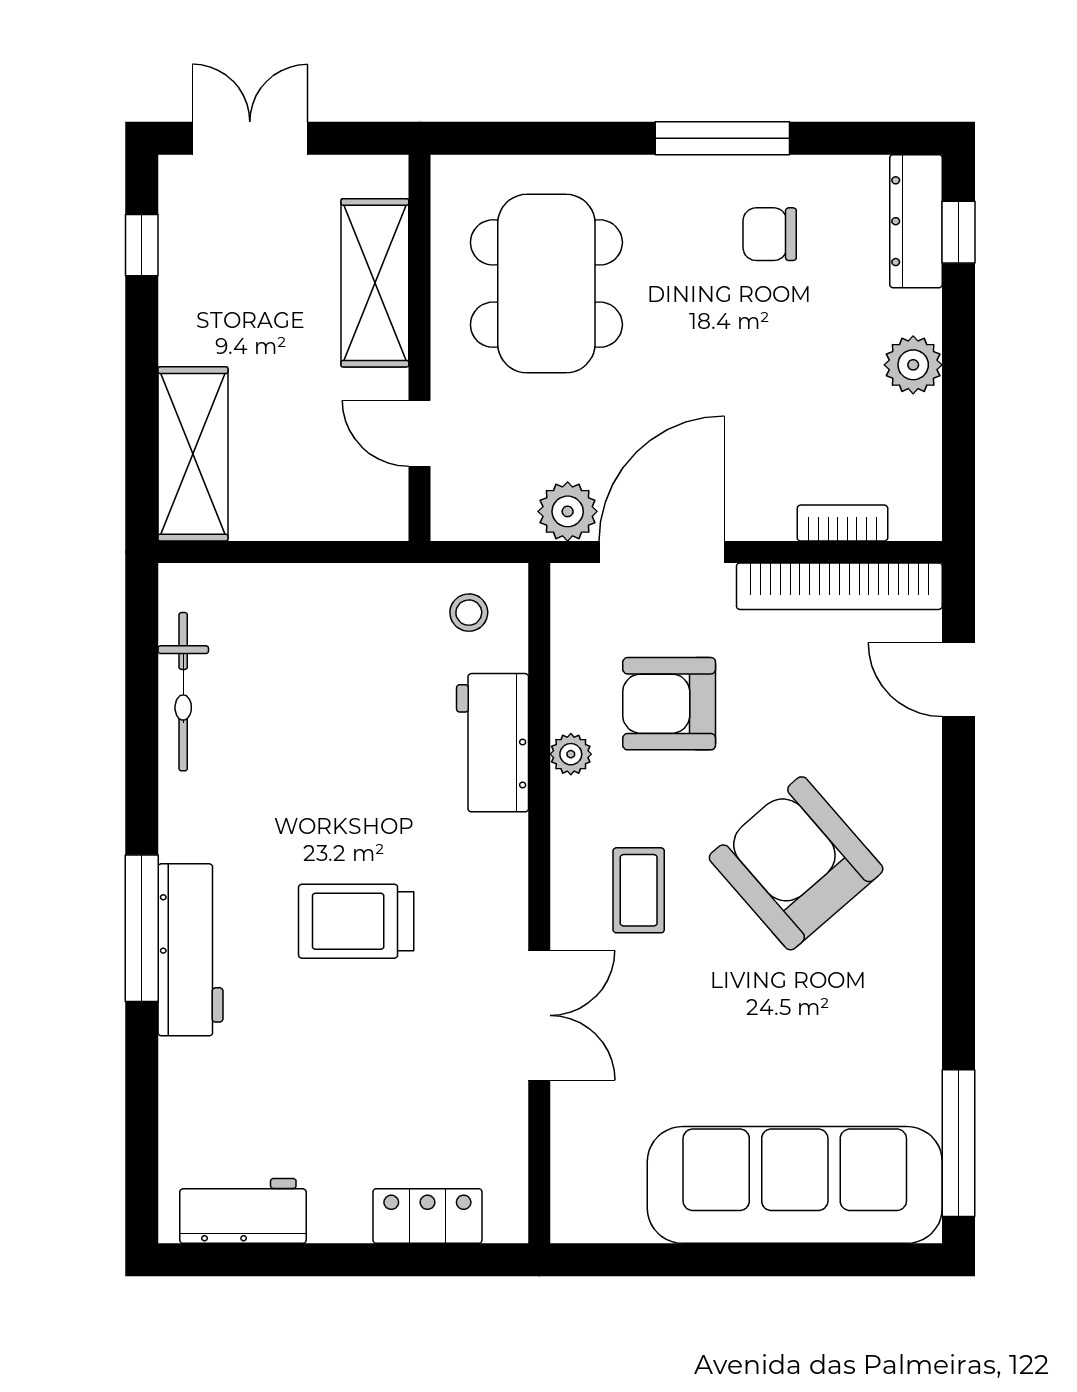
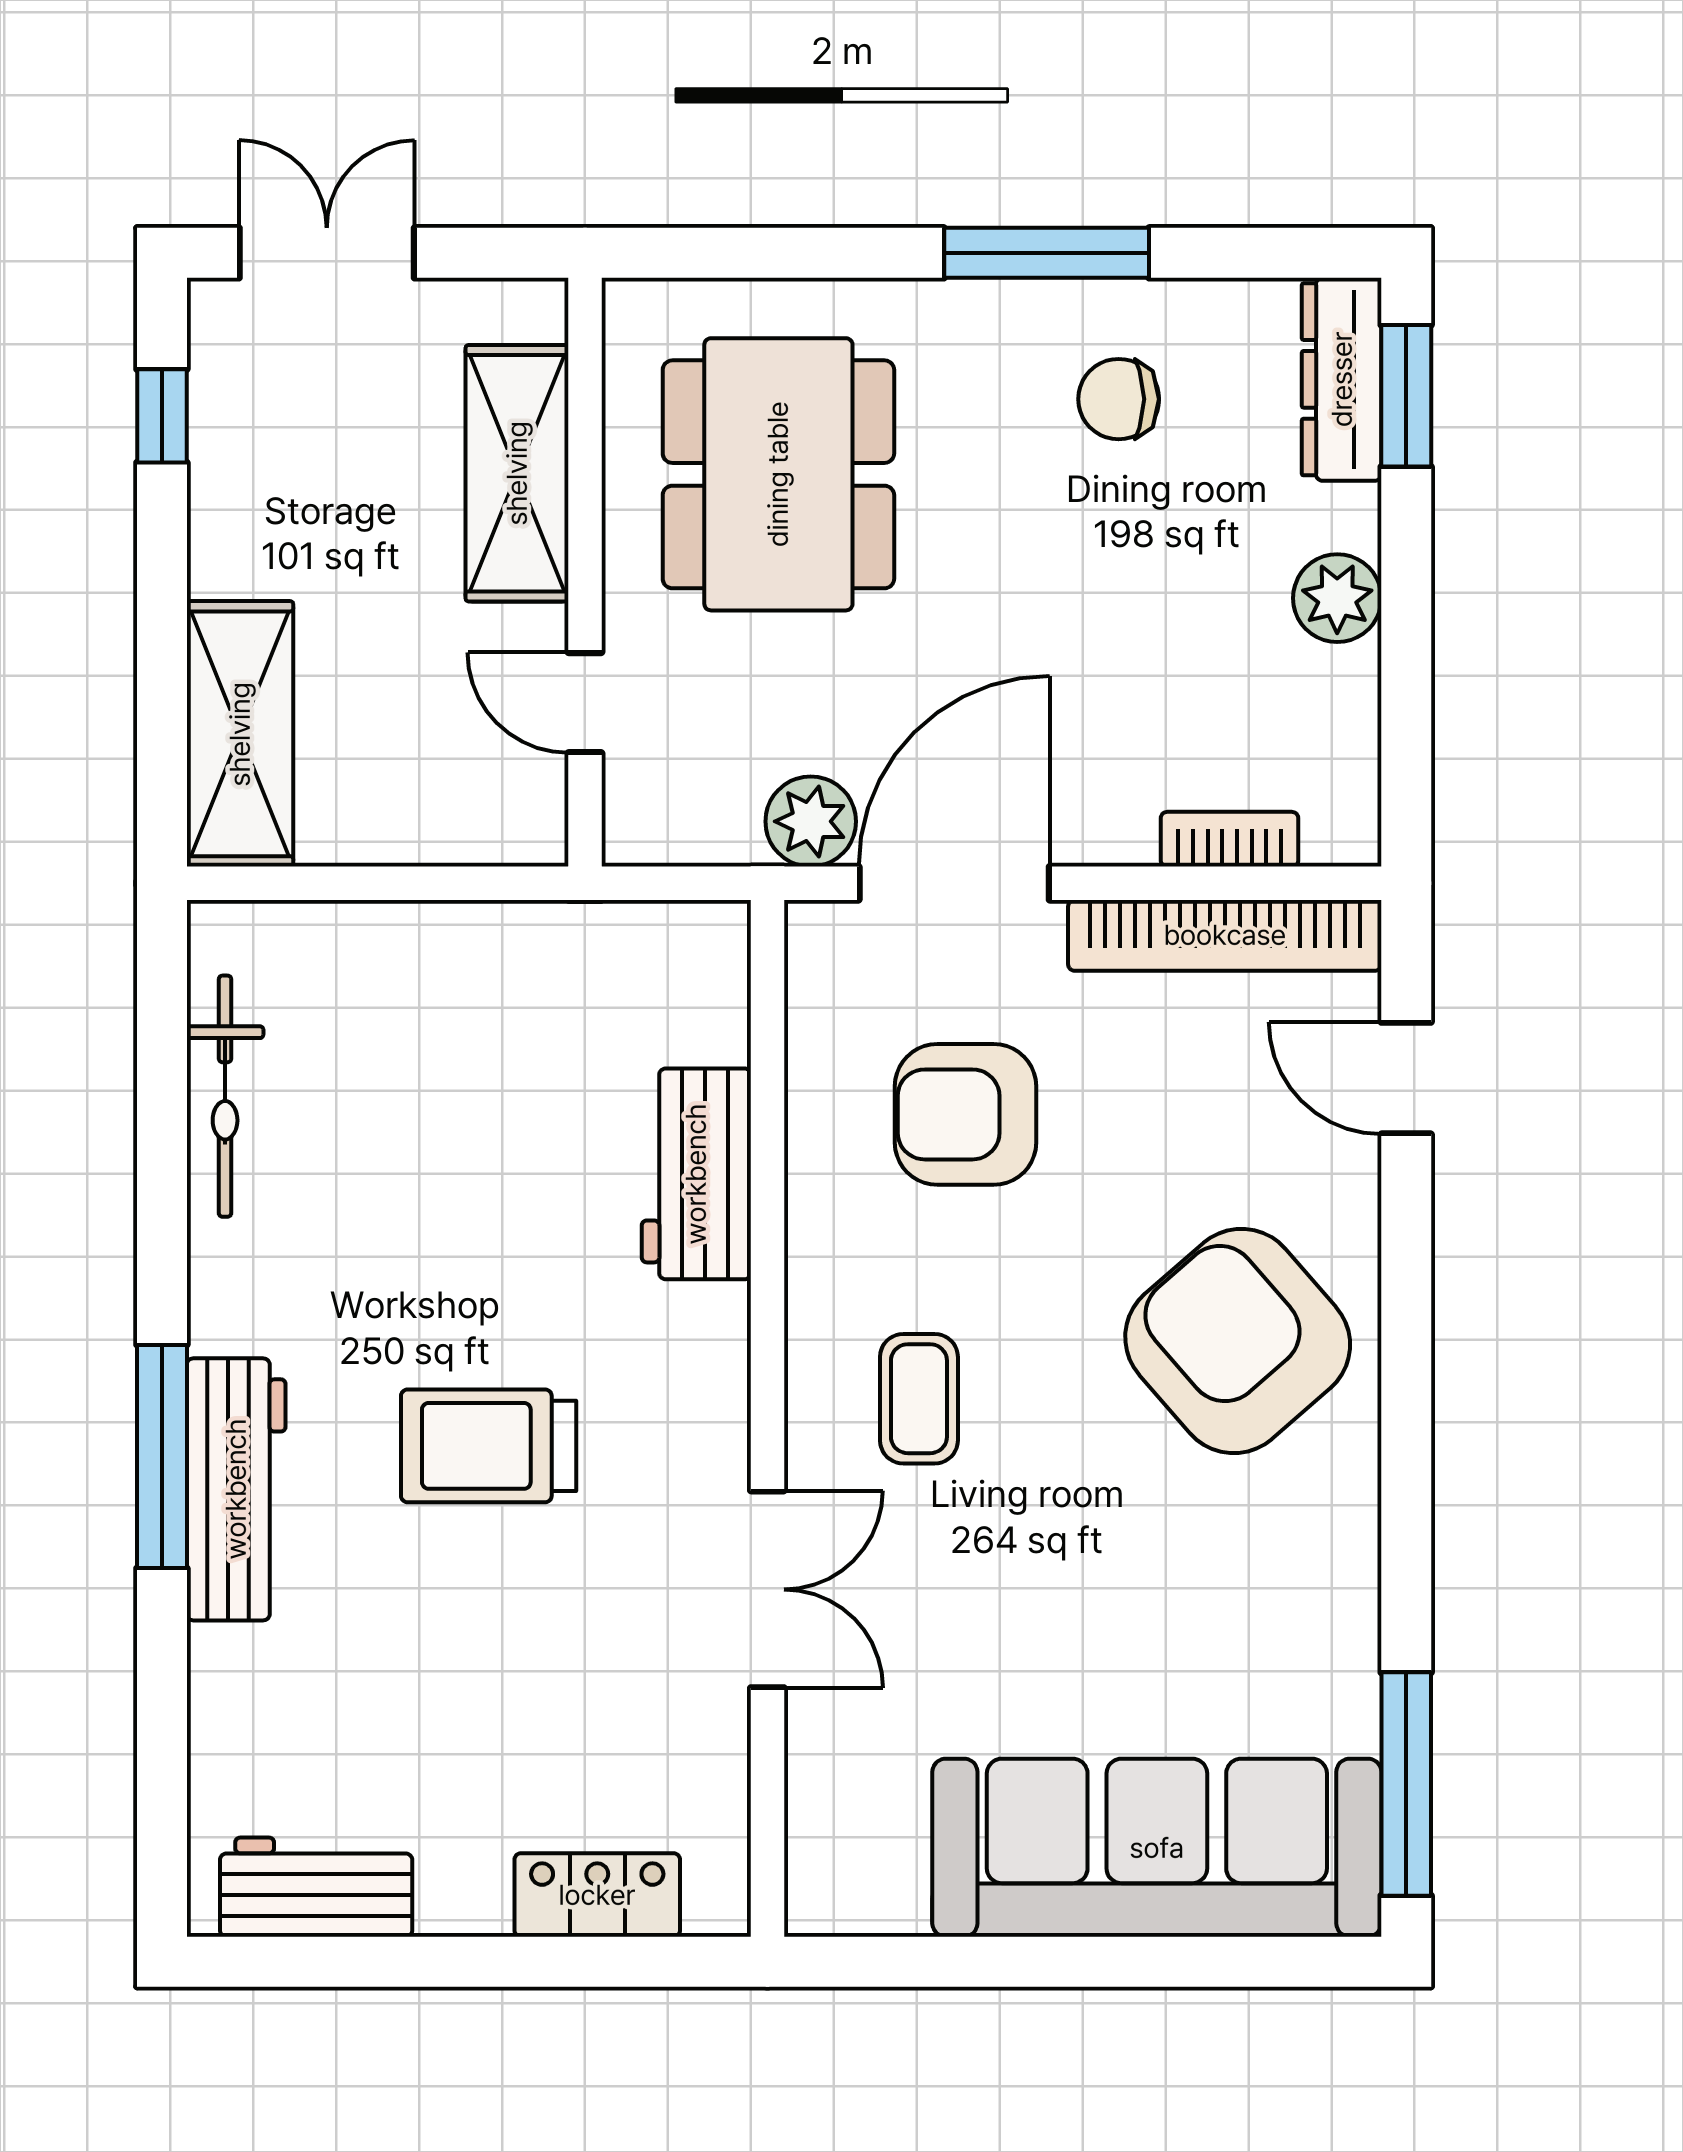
window: (958, 232) -> (1406, 396), width x1.50
stool: (469, 613) -> (660, 976), removed
plant: (571, 754) -> (816, 1191), removed
armchair: (796, 863) -> (1238, 1341), moved

